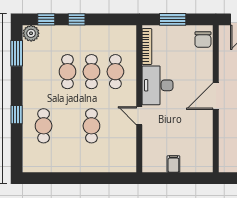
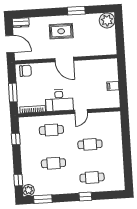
window: (77, 19) -> (16, 139), moved
cafe table: (91, 72) -> (52, 147), removed

